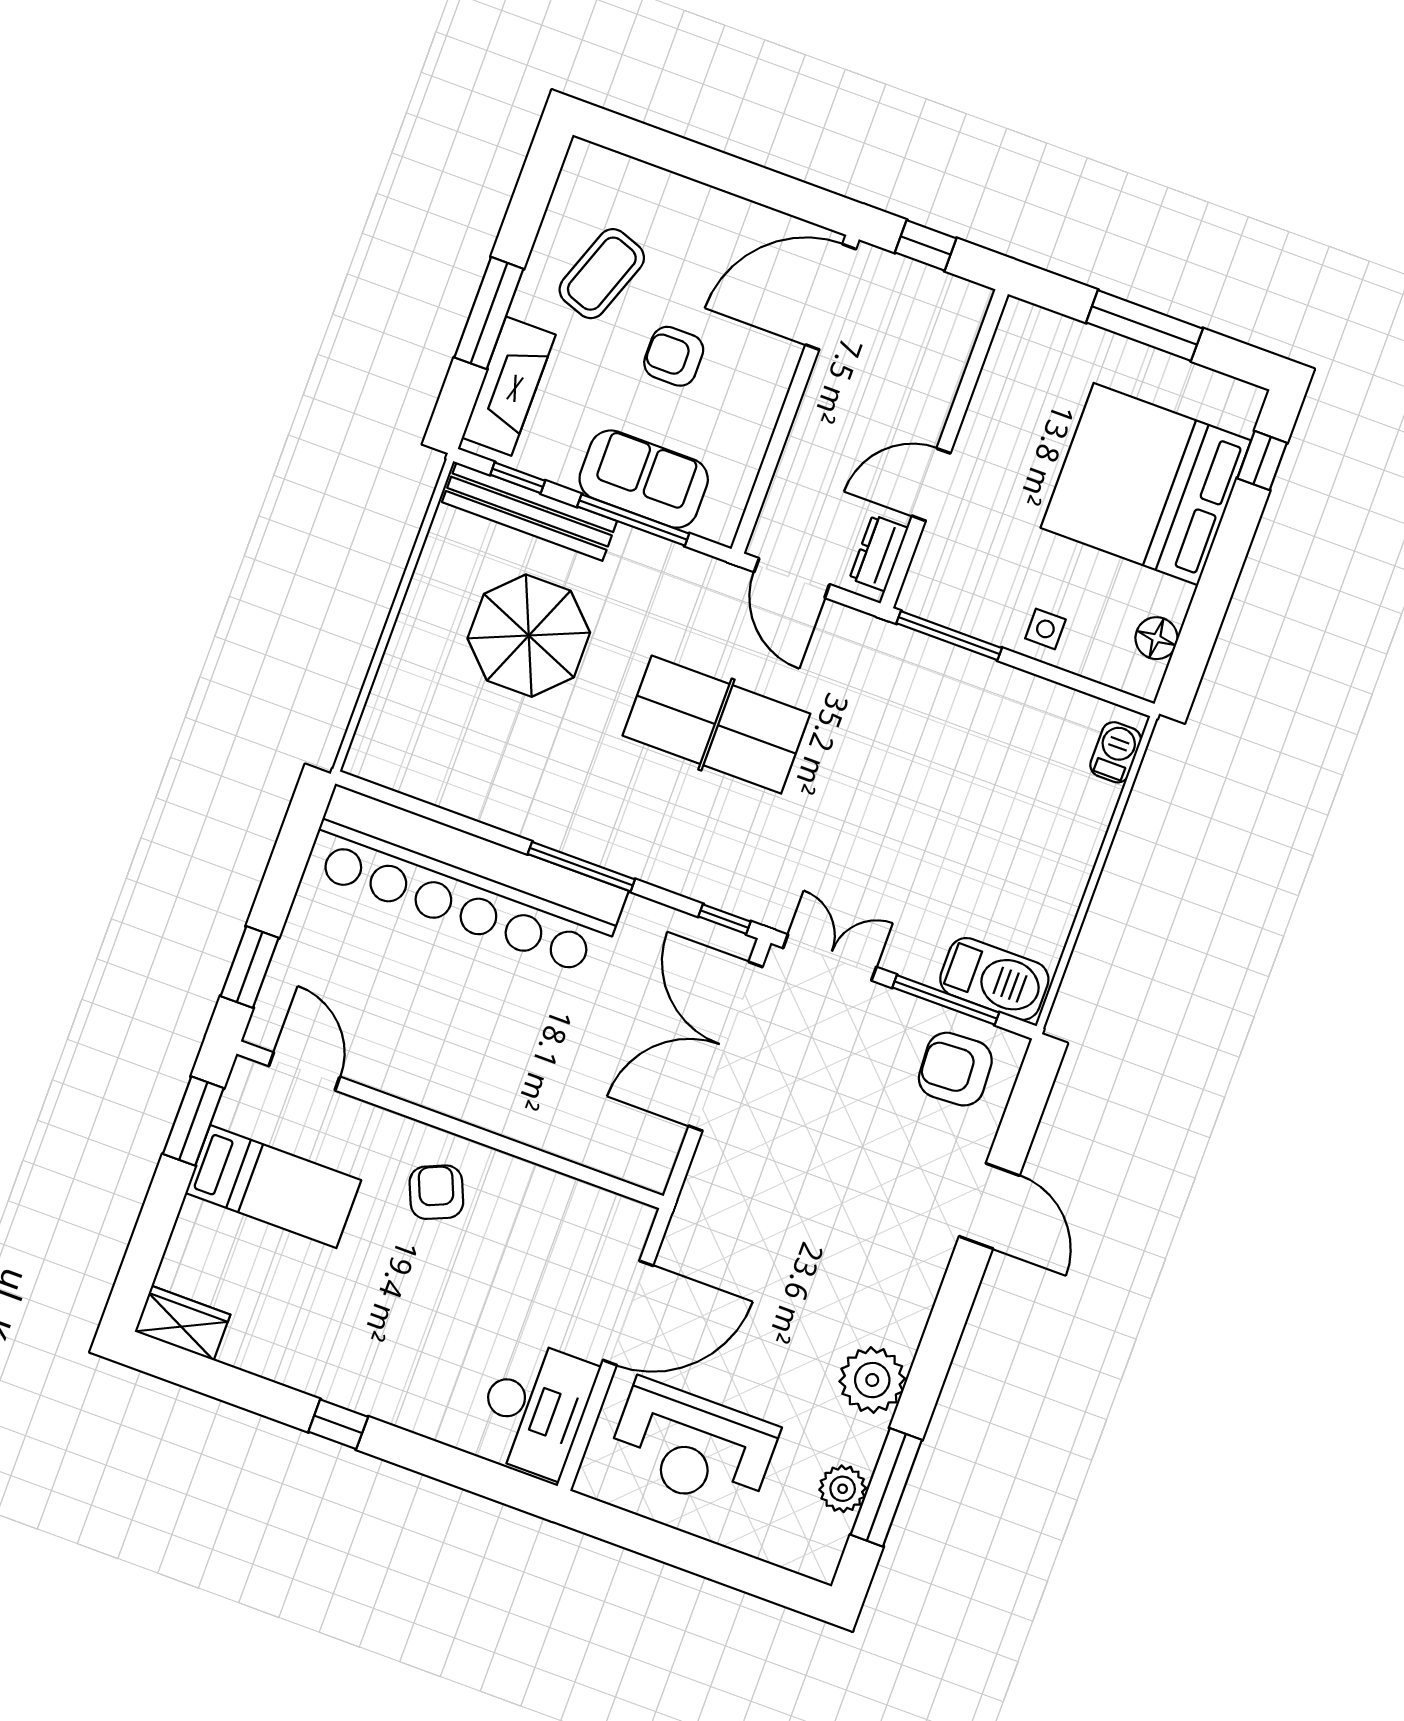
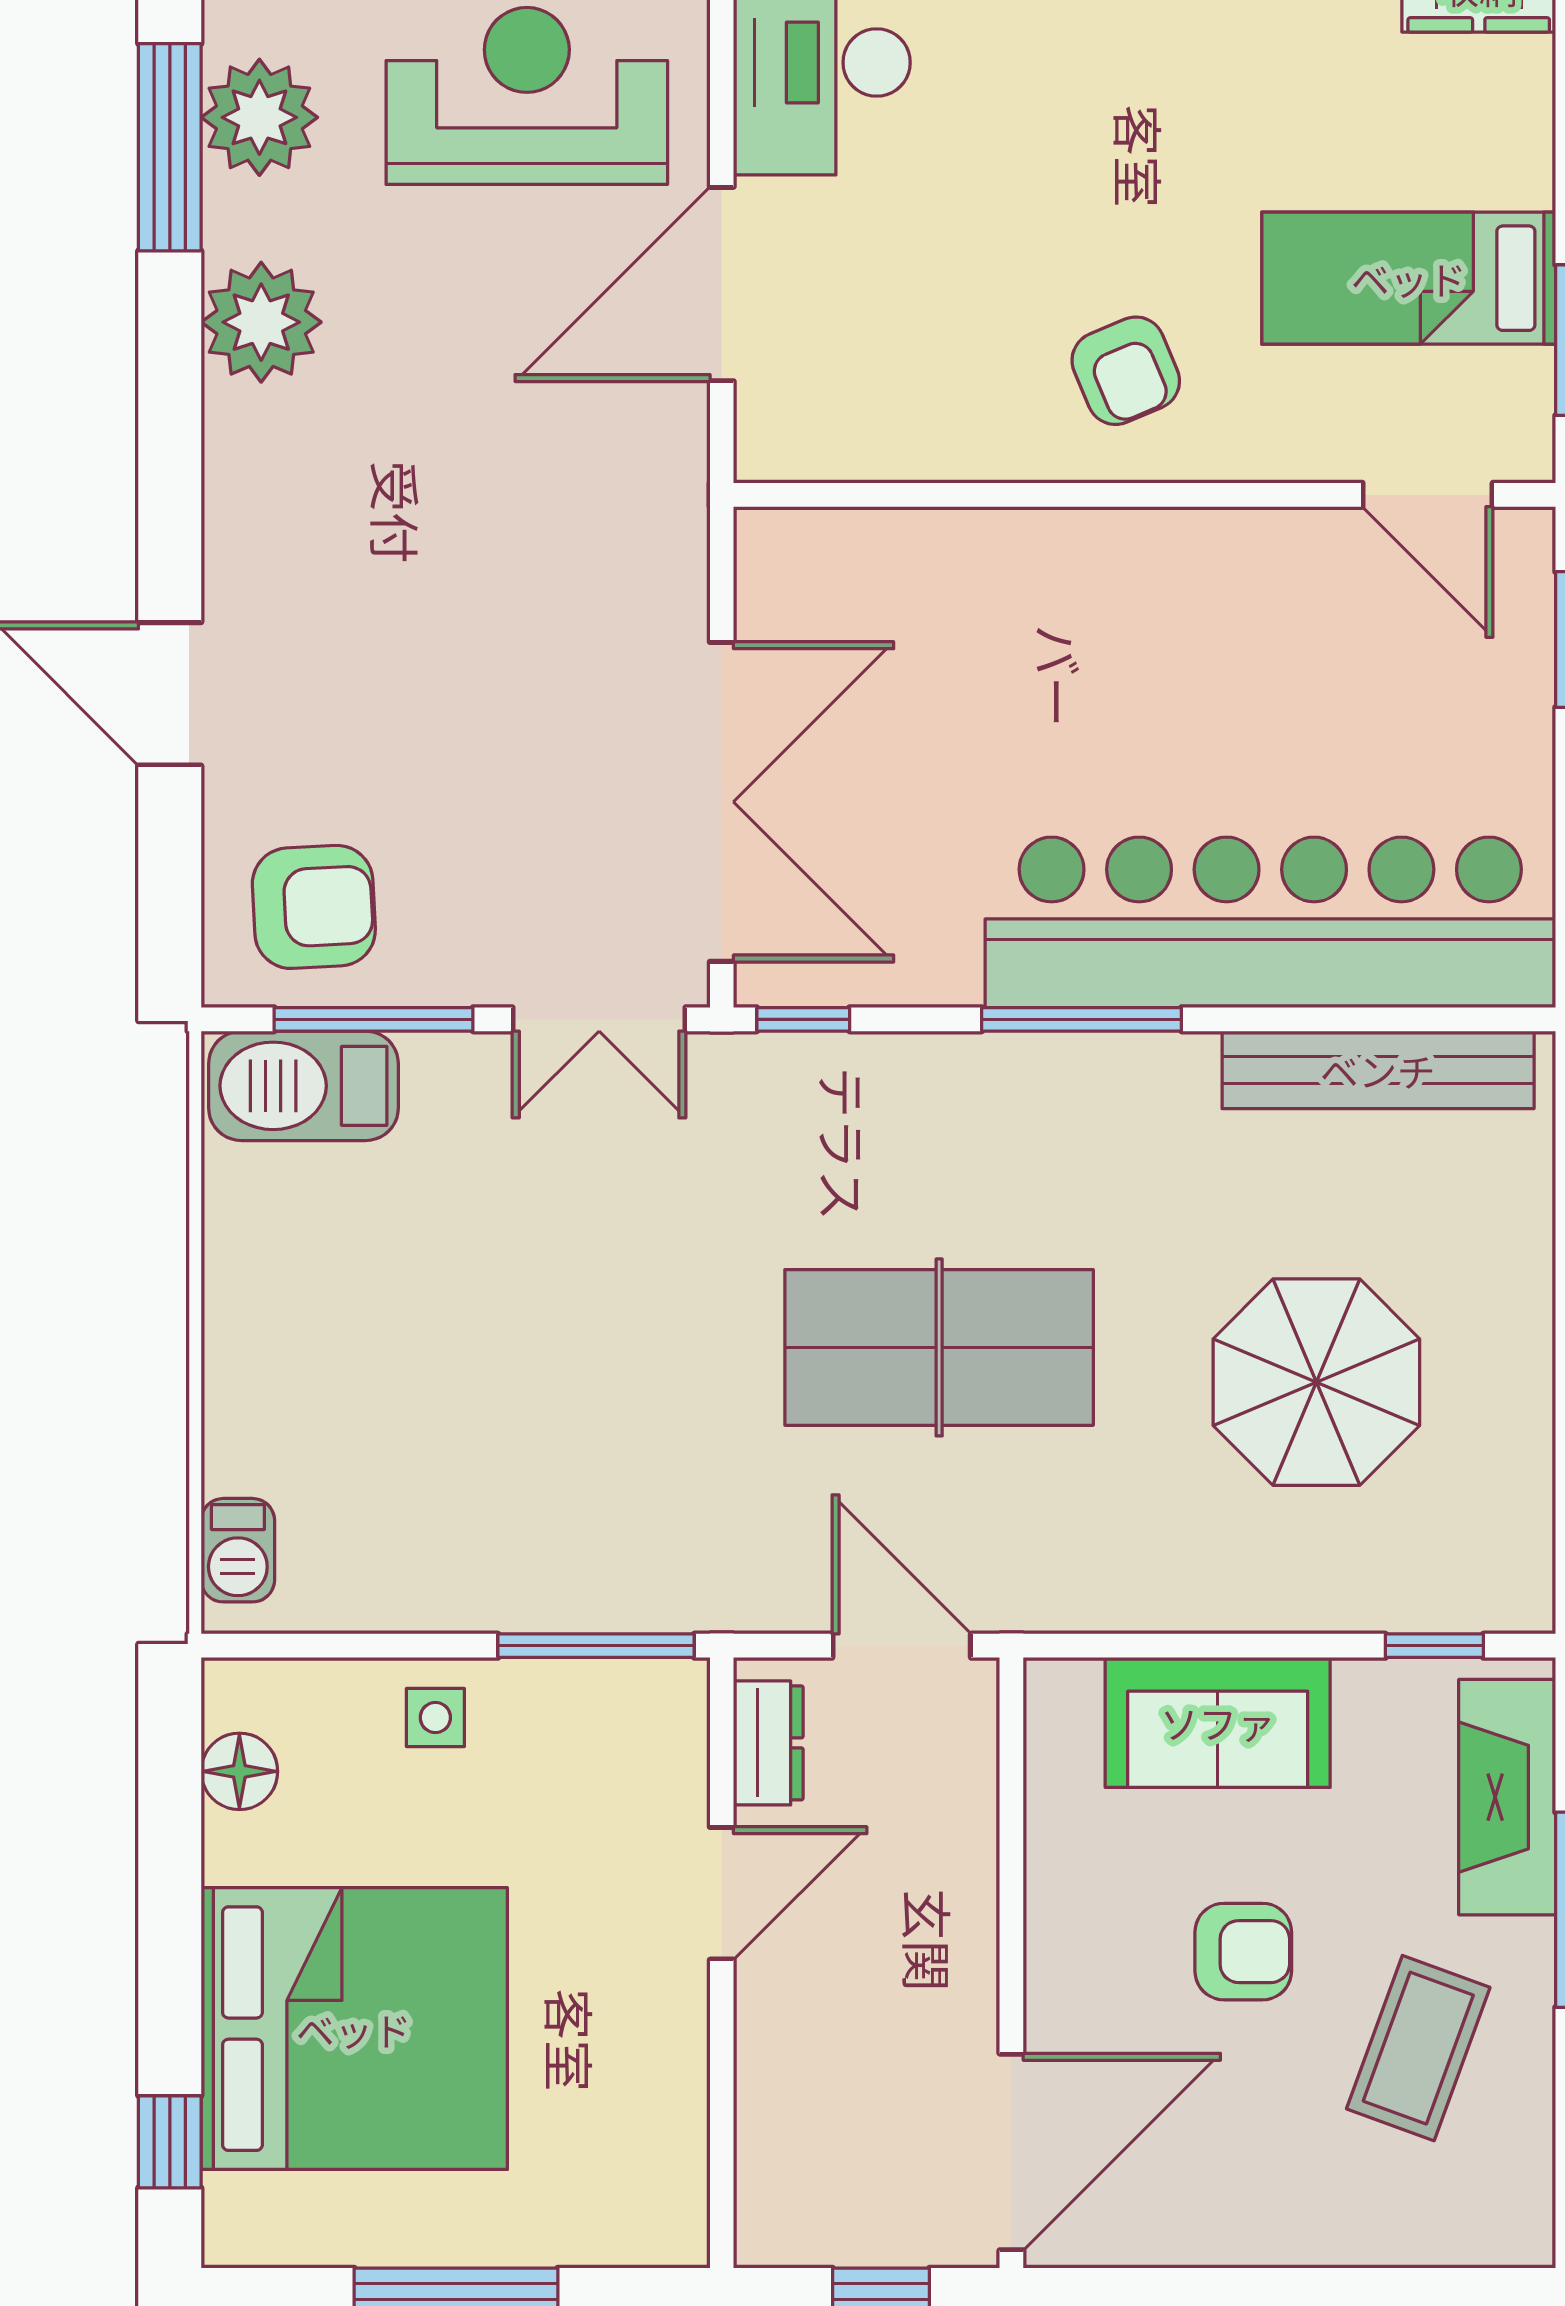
bench: (529, 512) -> (1378, 1070), moved
window: (633, 520) -> (1210, 1646), removed
plant: (843, 1489) -> (259, 117), width x1.36, depth x1.36

